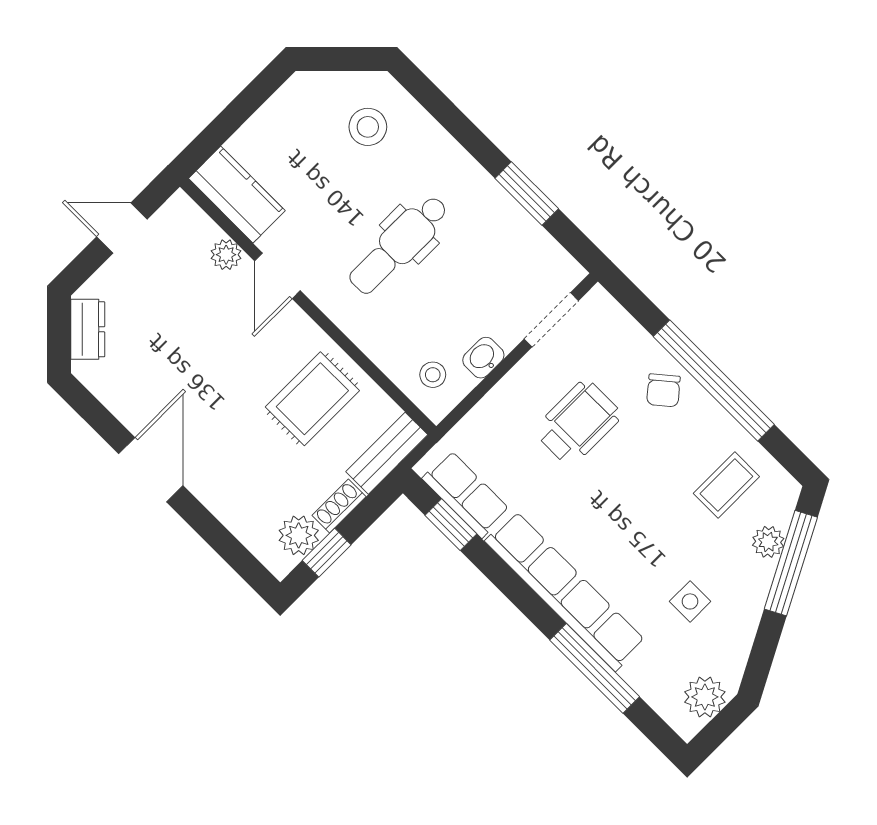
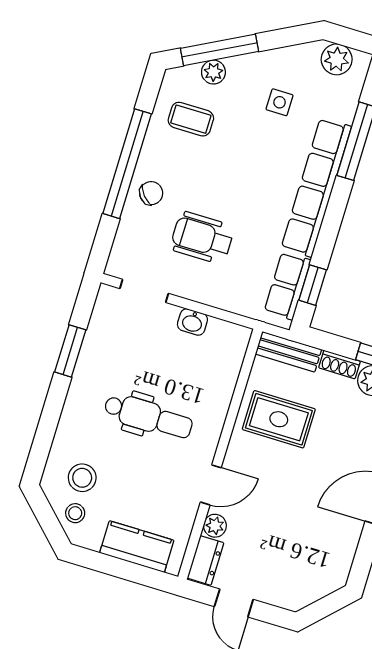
kitchen counter: (237, 195) -> (137, 547), moved, turned 90
dresser: (88, 329) -> (205, 560), moved, turned 135
stool: (433, 375) -> (75, 513), moved

